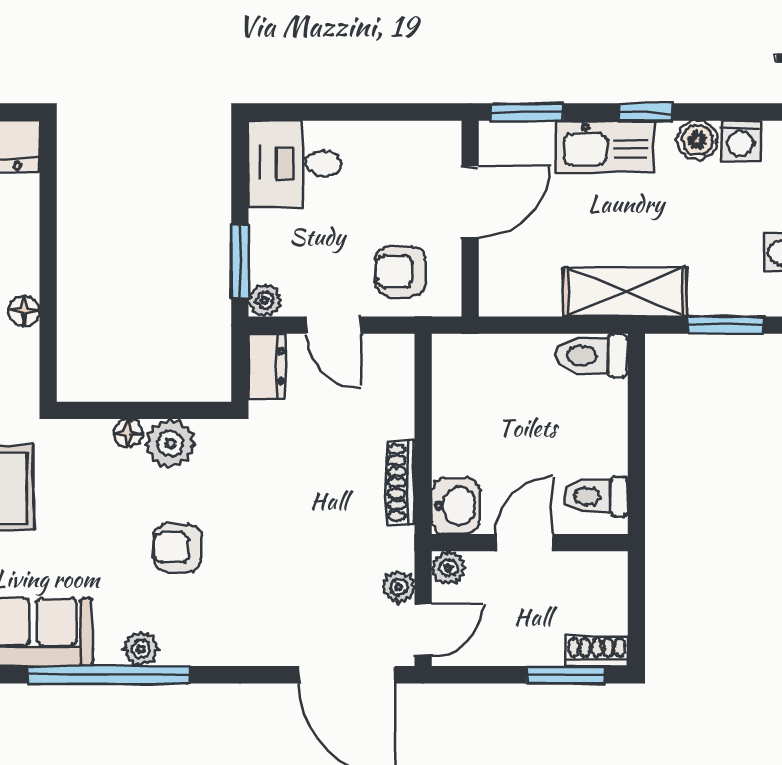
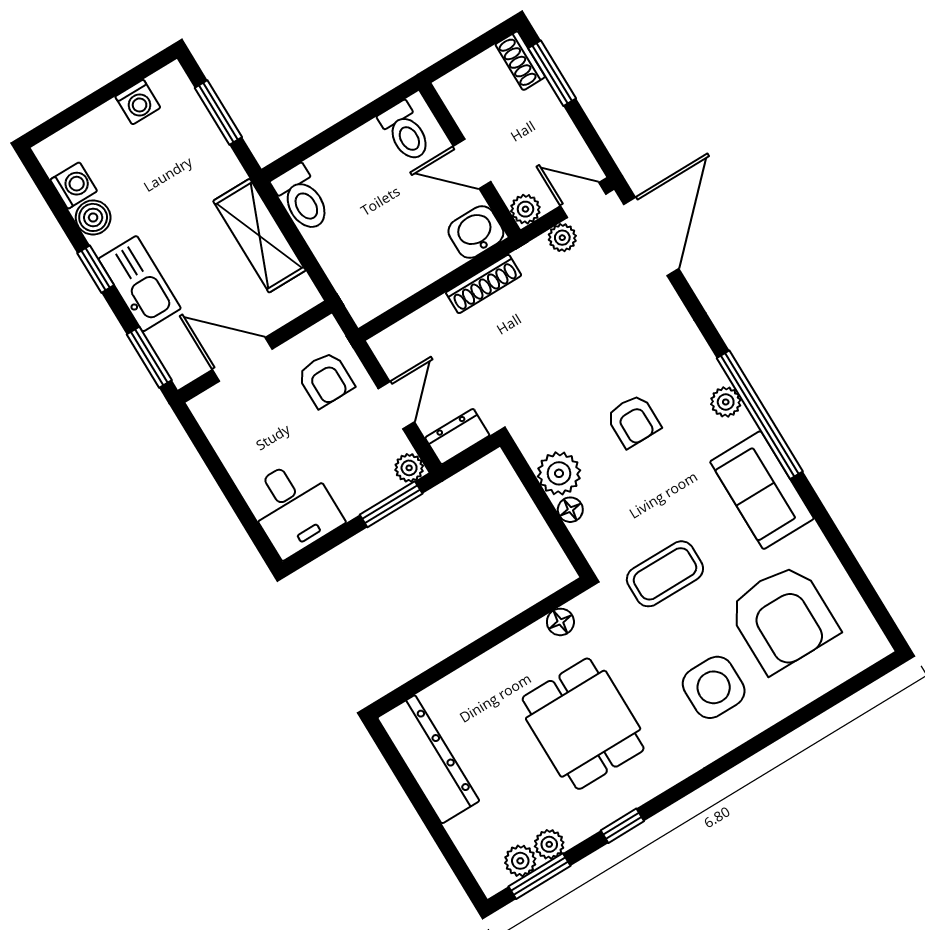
shelving: (625, 292) -> (259, 236), moved
floor lamp: (24, 311) -> (560, 622), moved

